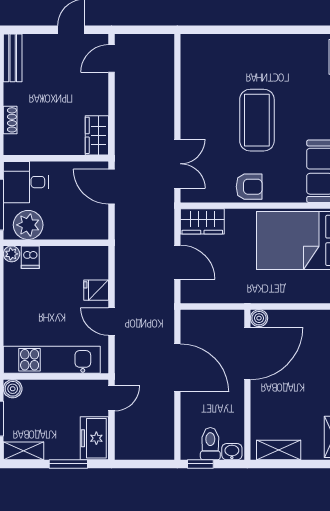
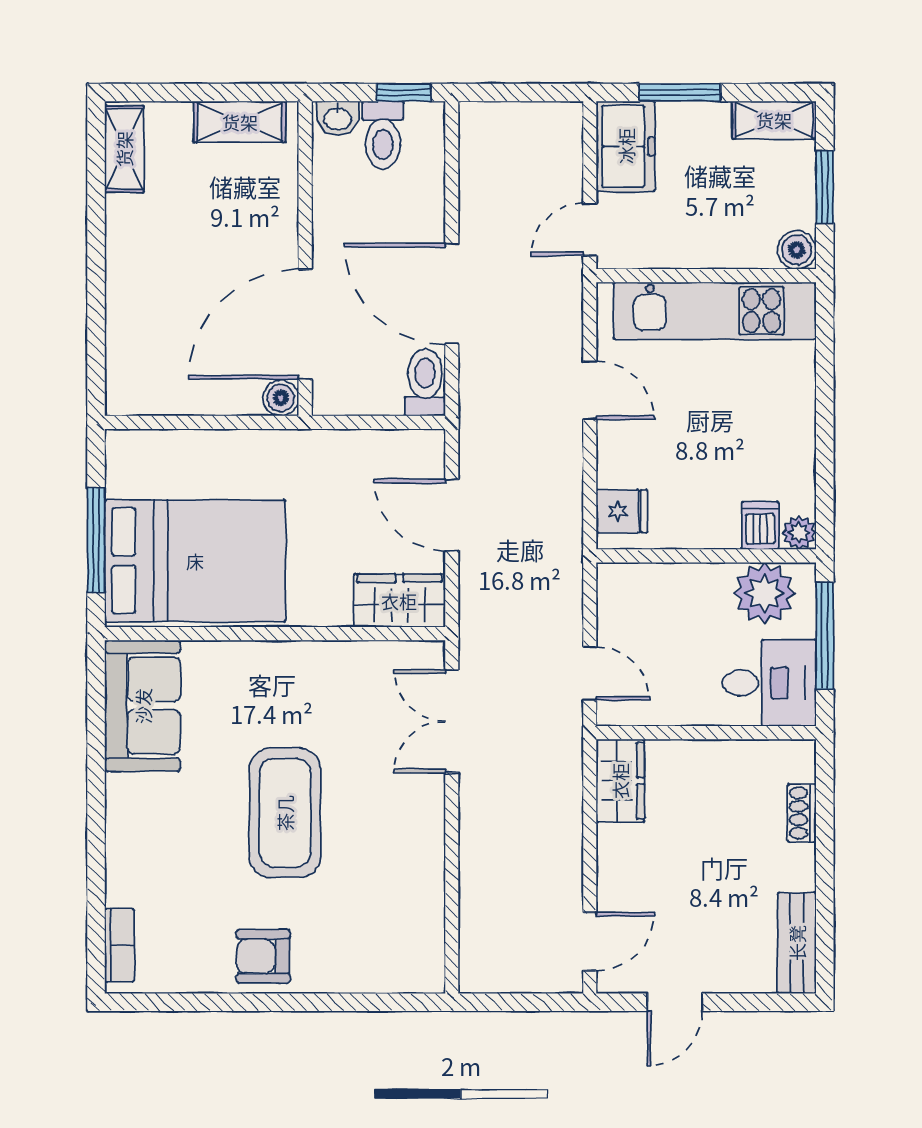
door: (112, 187) -> (590, 673), width x0.73
armchair: (249, 187) -> (263, 956), moved
fridge: (96, 290) -> (622, 511), moved
toilet: (190, 326) -> (425, 382), added

